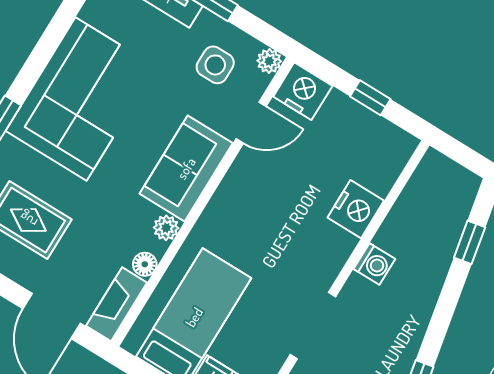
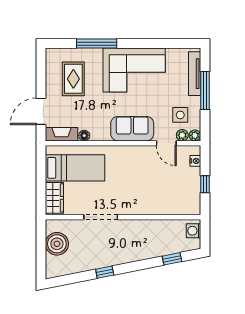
nightstand: (303, 91) -> (195, 161), width x0.53, depth x0.56
nightstand: (356, 209) -> (157, 206), removed
plant: (166, 228) -> (182, 135), moved
washing machine: (374, 264) -> (193, 231), moved, turned 90

